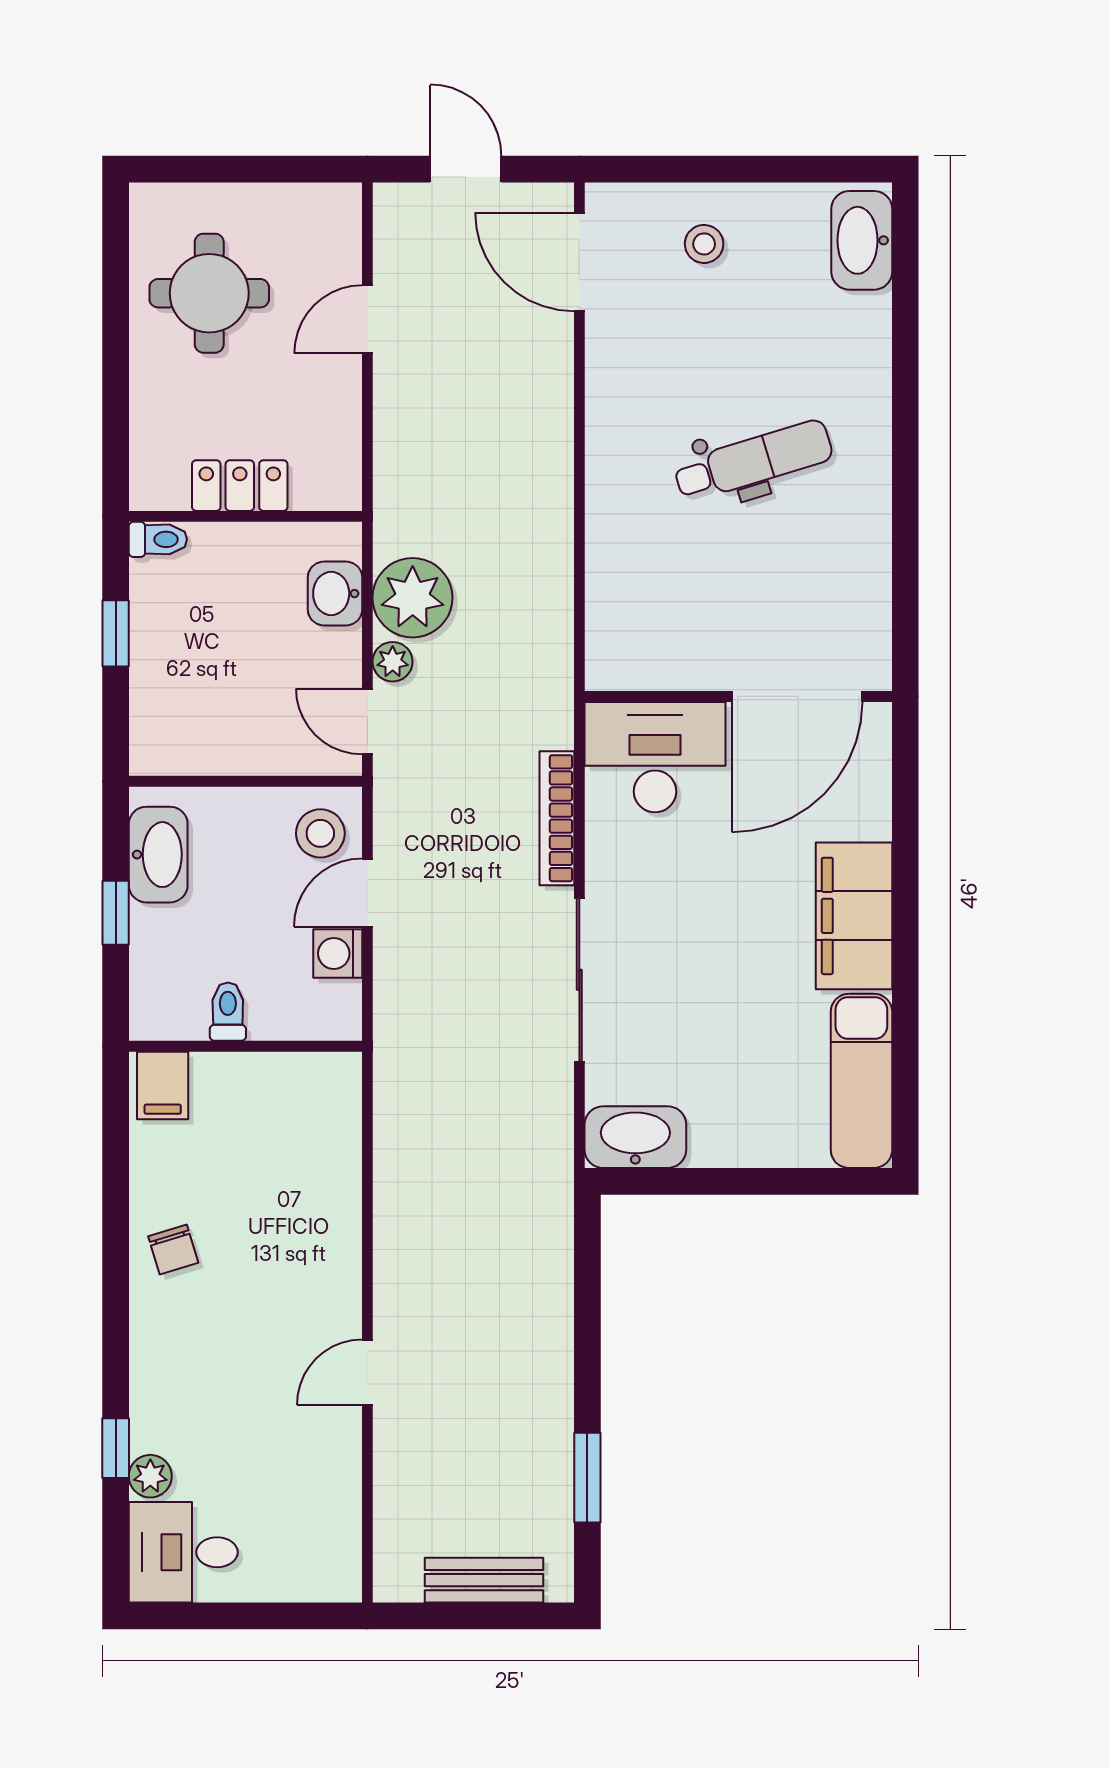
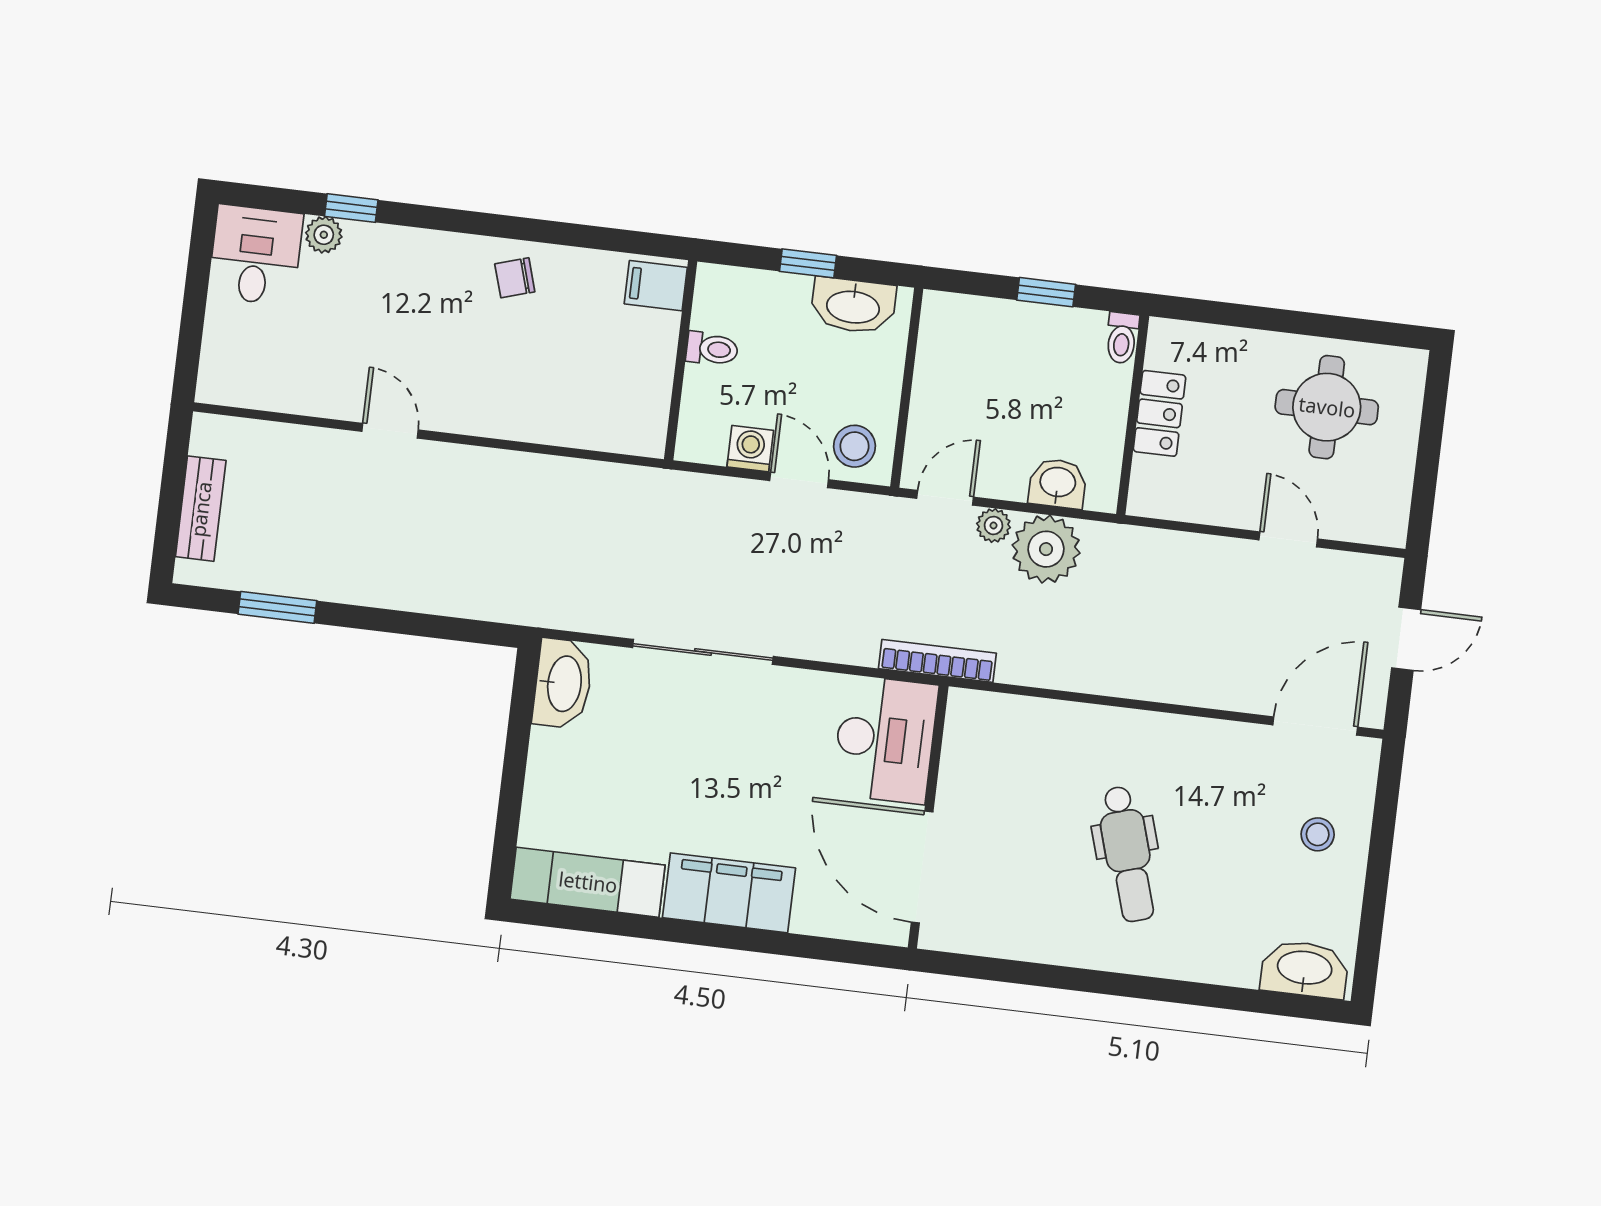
bookcase: (557, 818) -> (937, 661), moved

